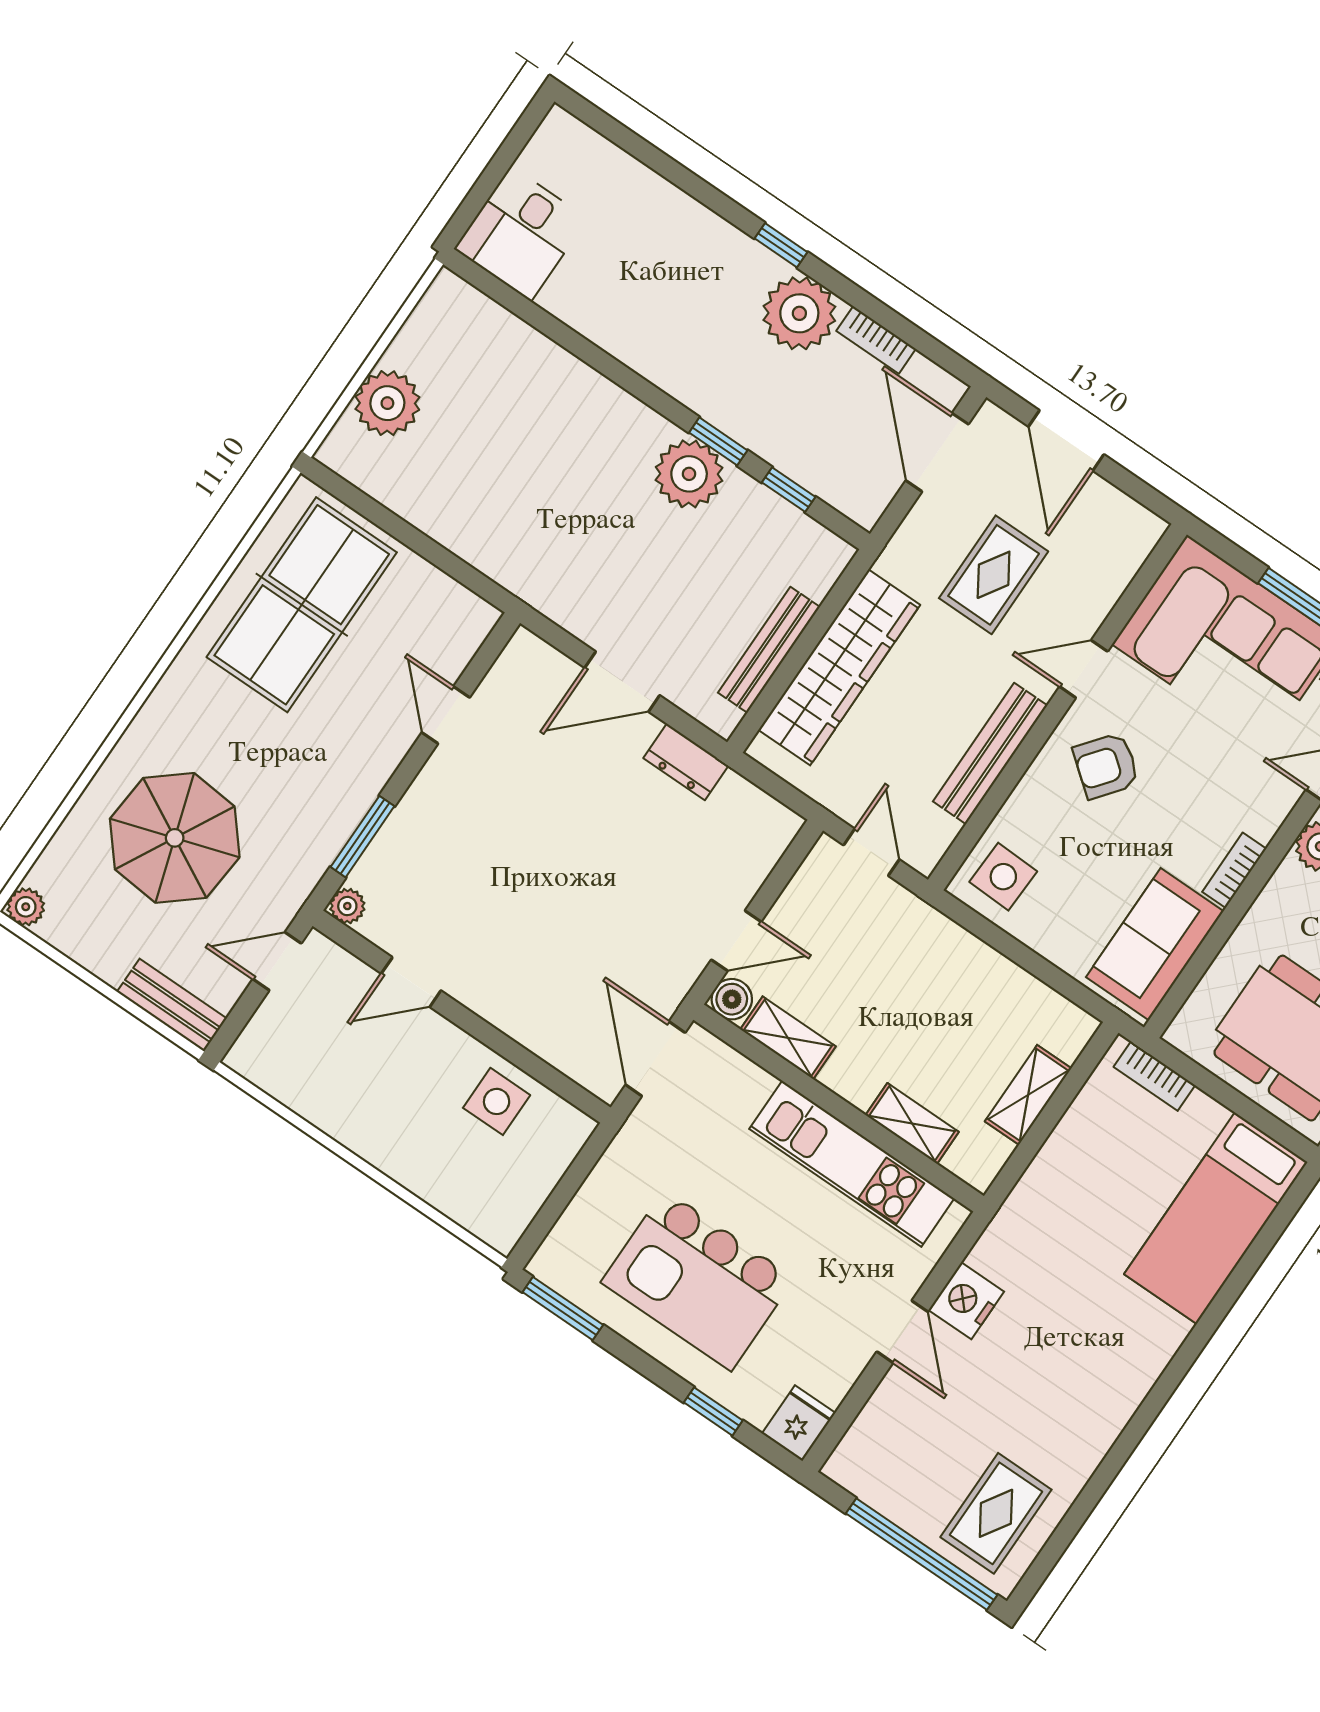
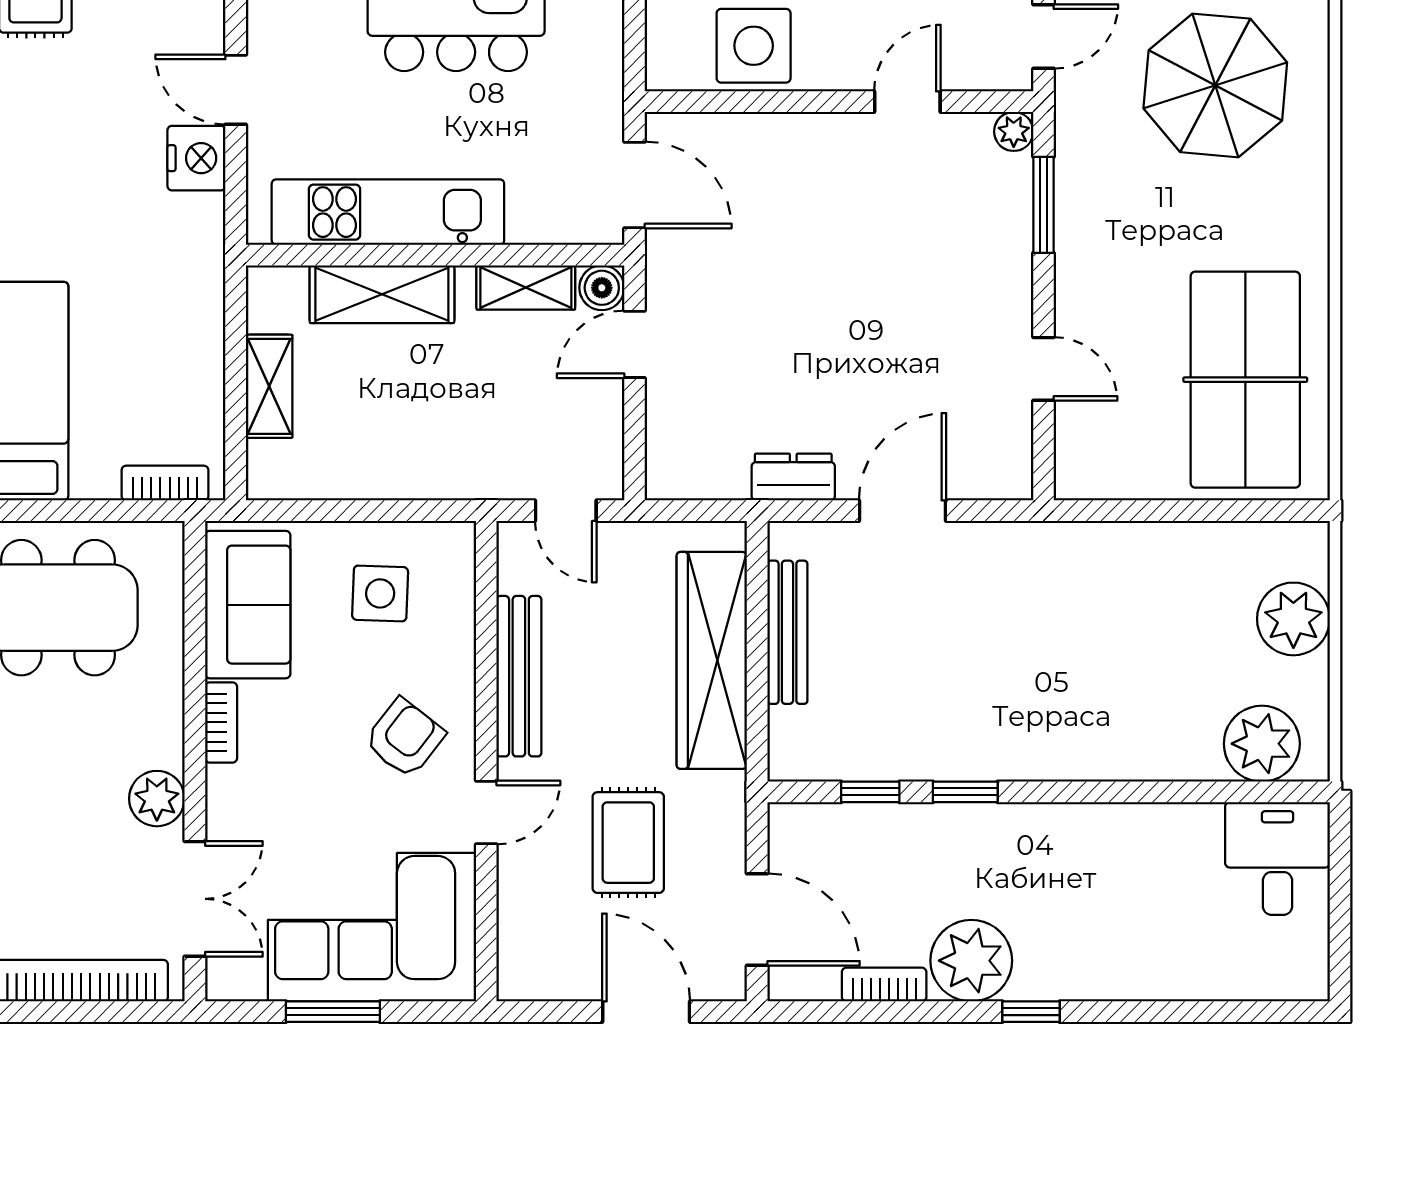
plant: (689, 474) -> (1262, 744), moved
side table: (1003, 877) -> (380, 593), moved
side table: (497, 1101) -> (754, 46), width x1.37, depth x1.37
shelving: (912, 1123) -> (382, 294), width x1.50, depth x1.33

